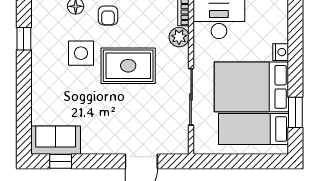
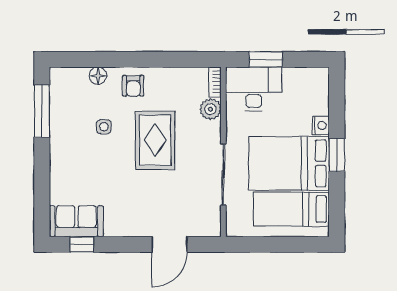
window: (24, 39) -> (42, 111), width x2.17
side table: (81, 53) -> (104, 127), width x0.54, depth x0.54
rug: (128, 66) -> (155, 140), turned 90
window: (295, 112) -> (337, 155), moved

